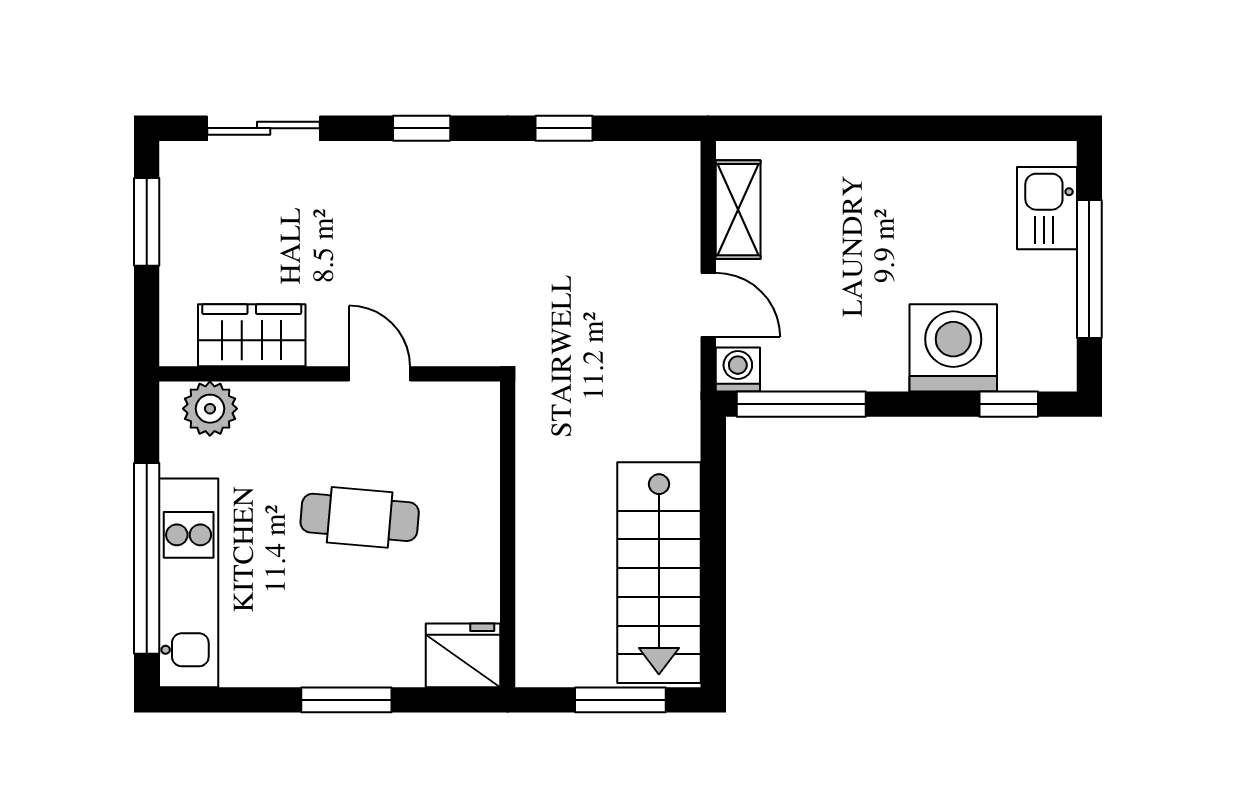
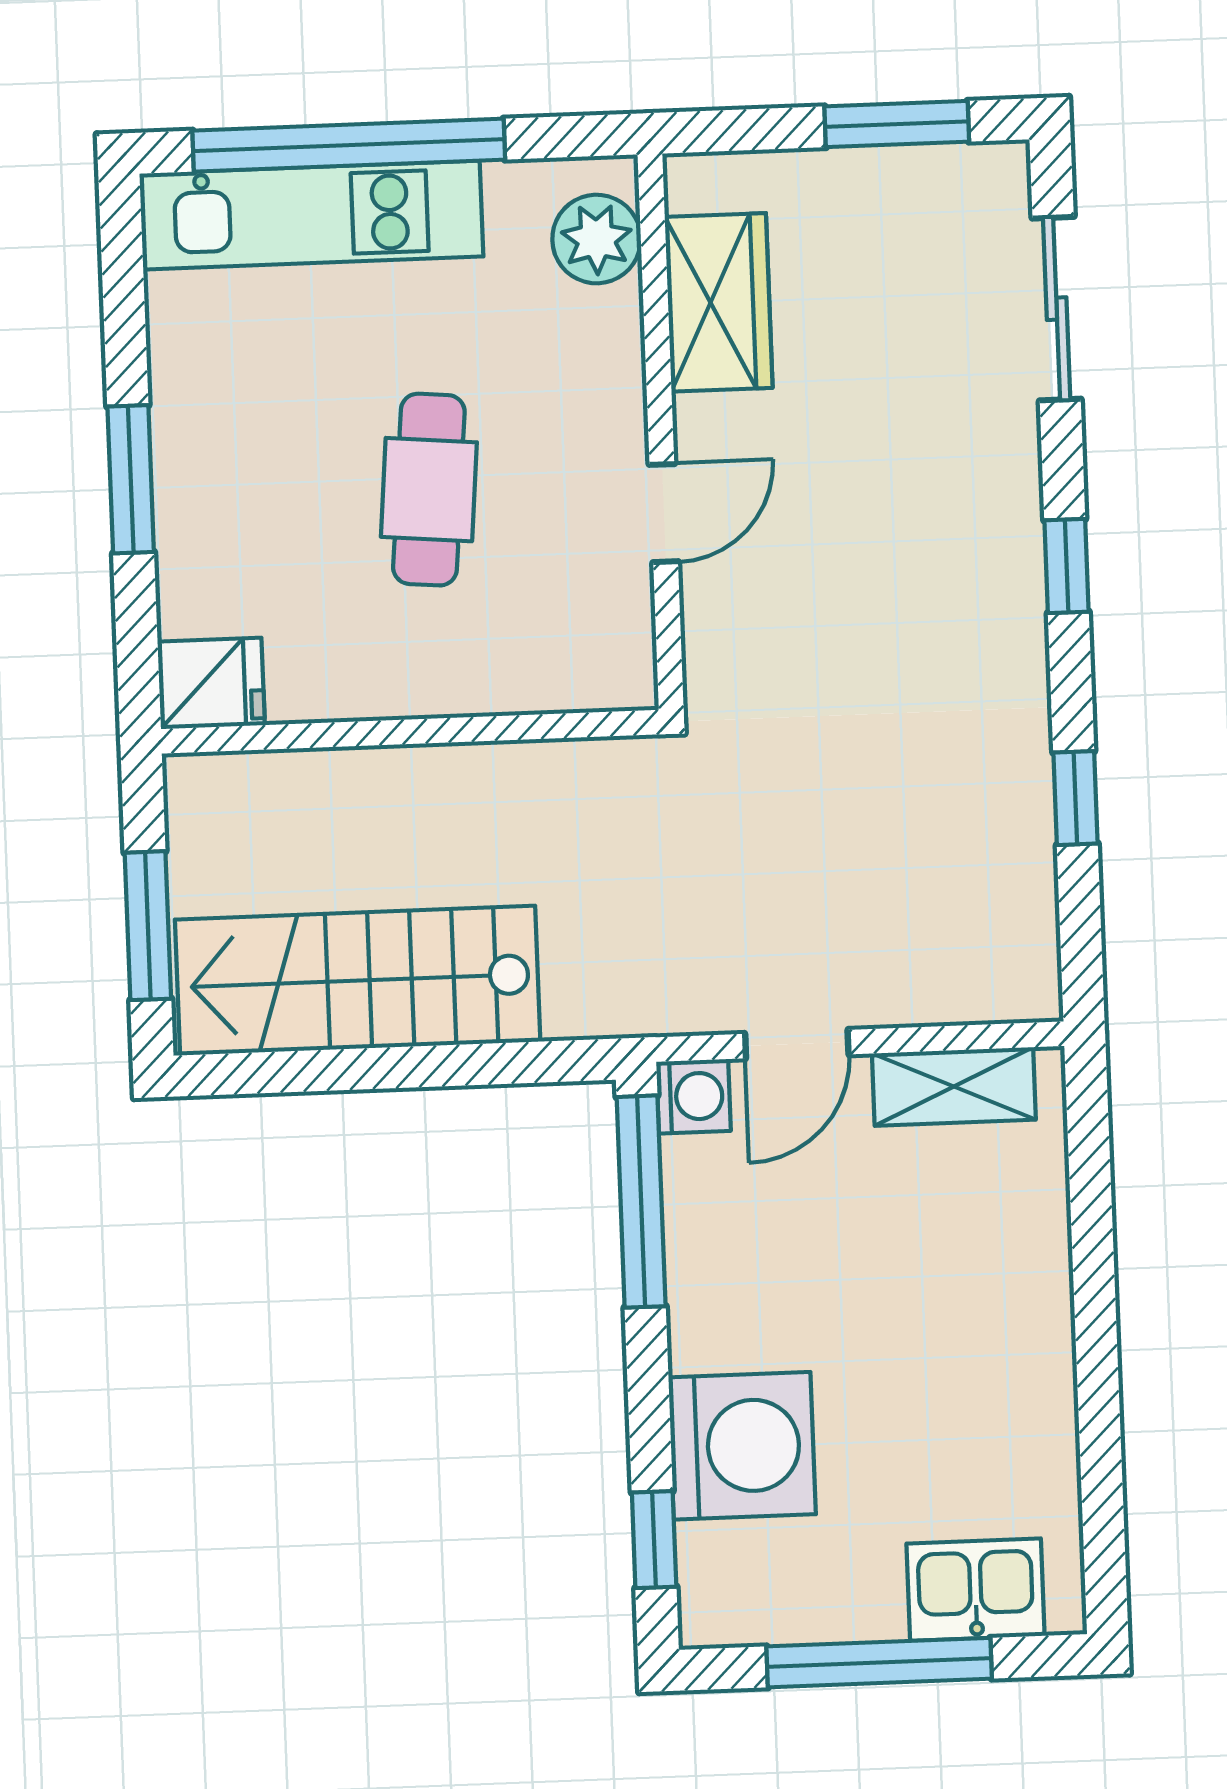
fridge: (463, 655) -> (211, 683), width x0.72

